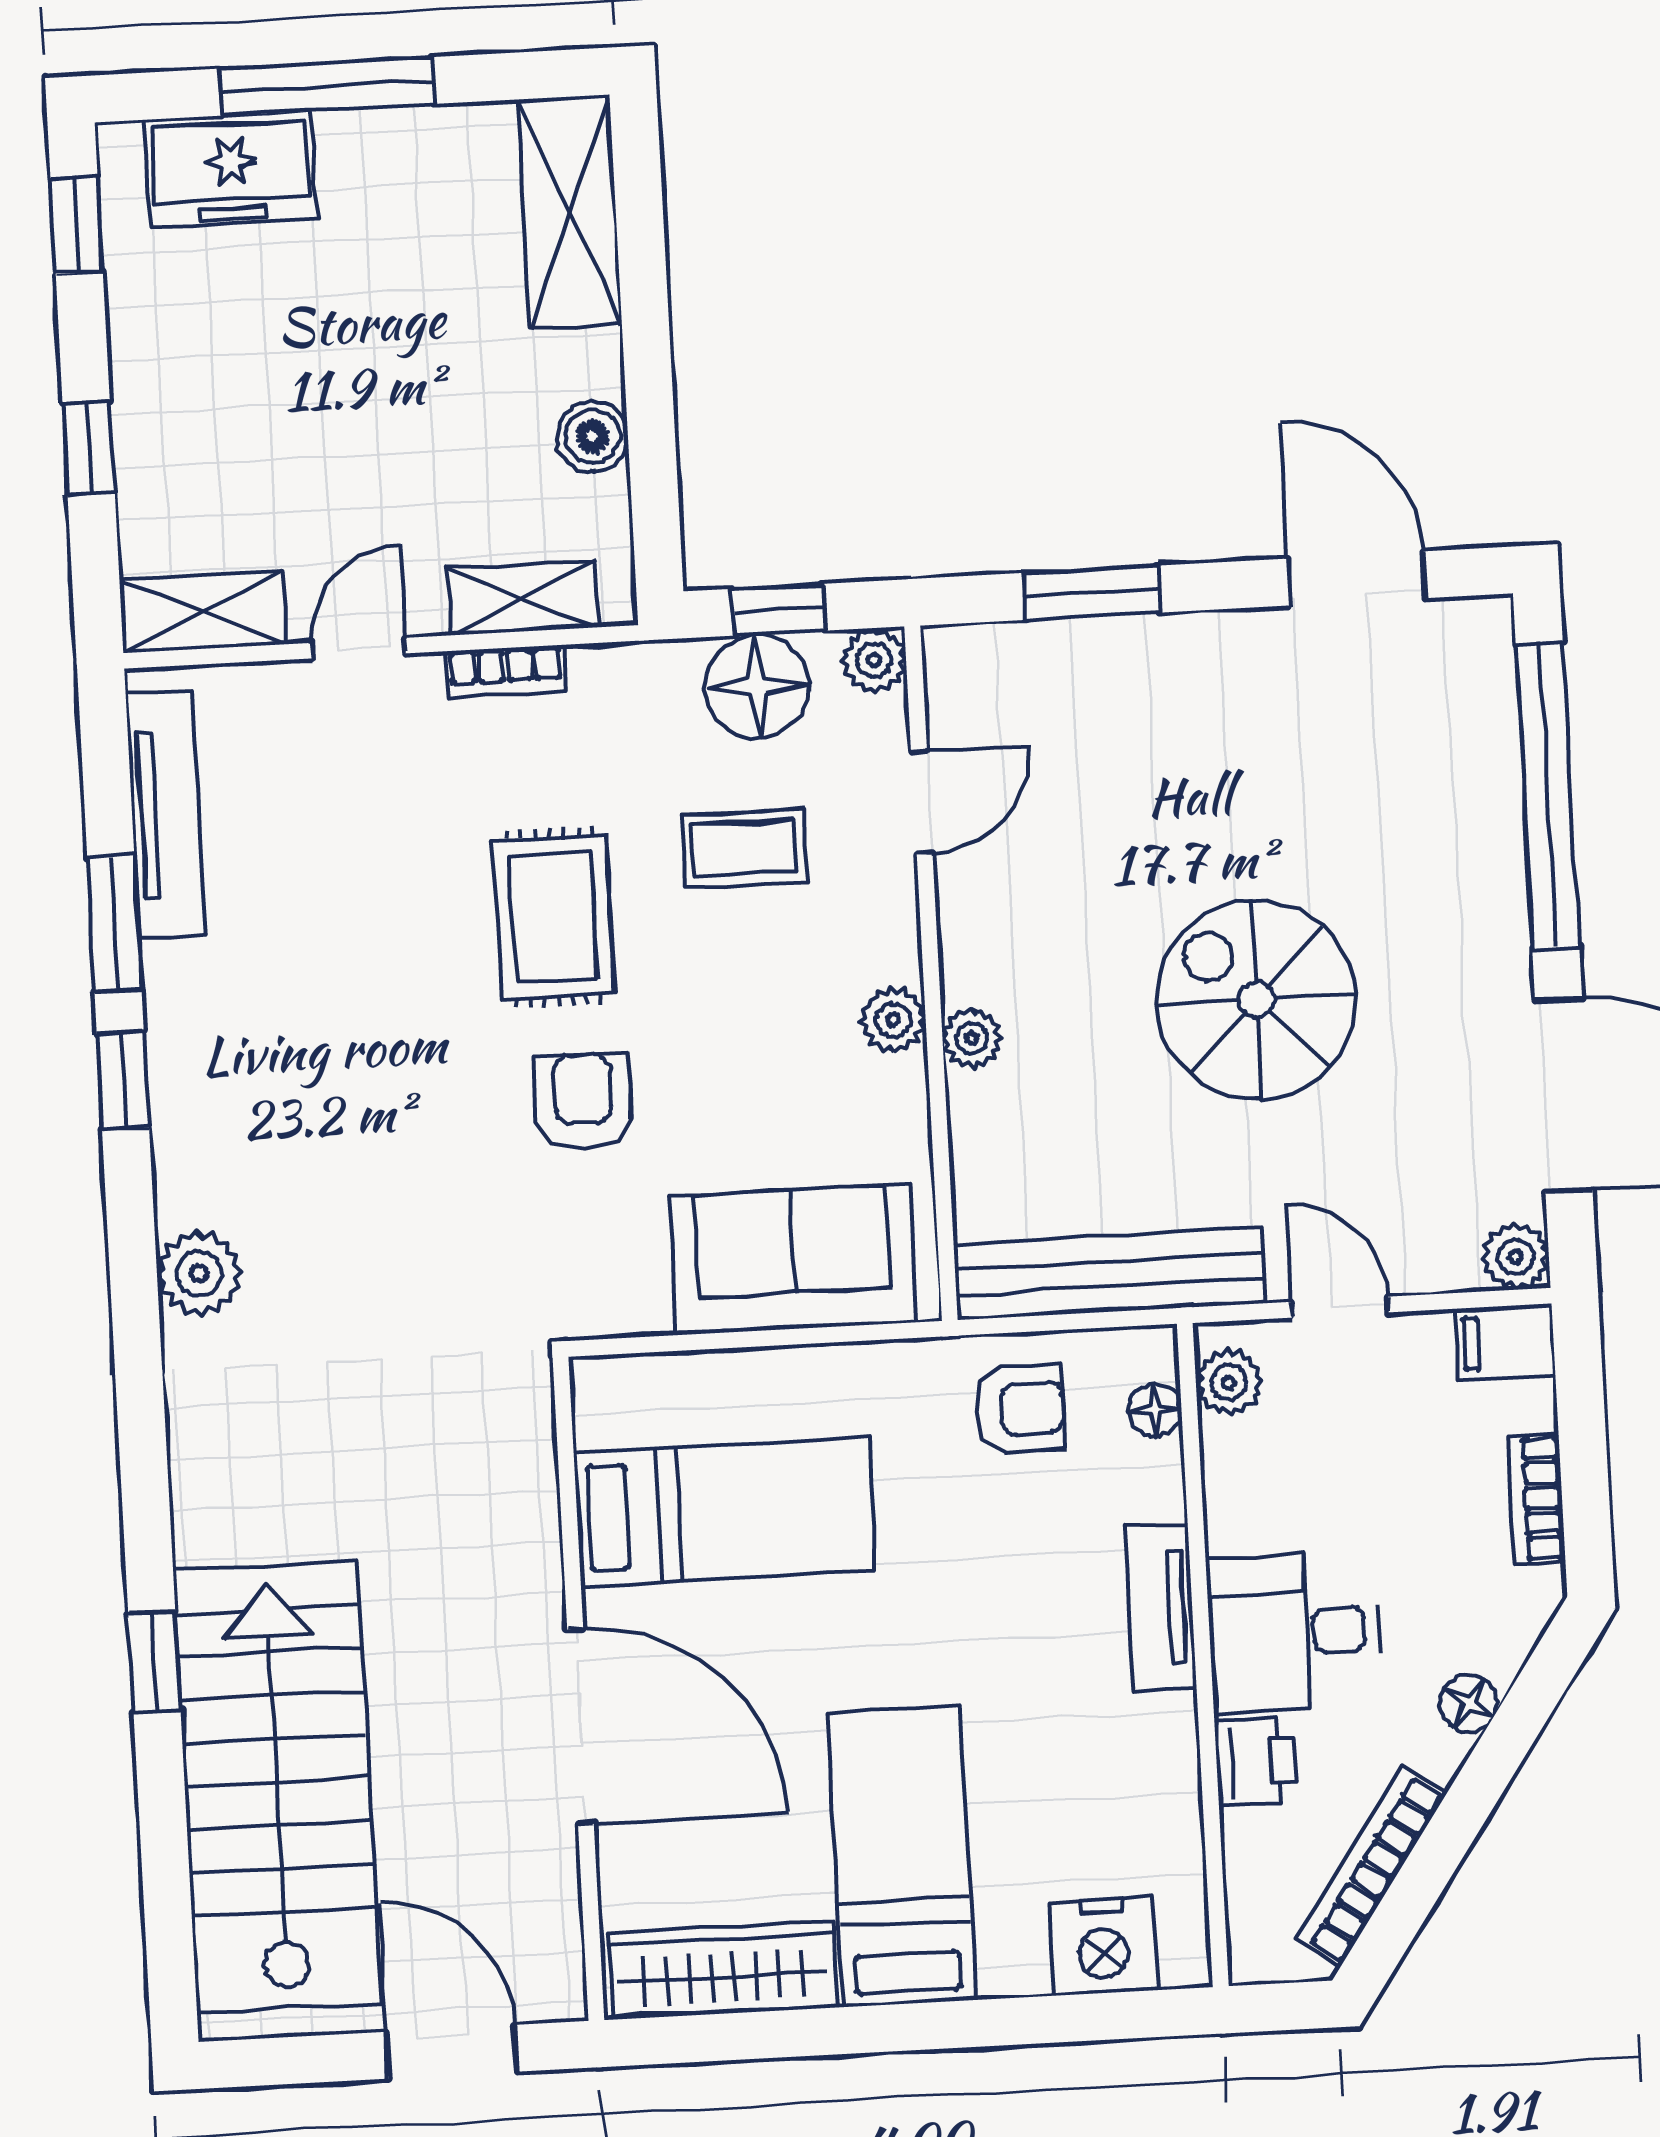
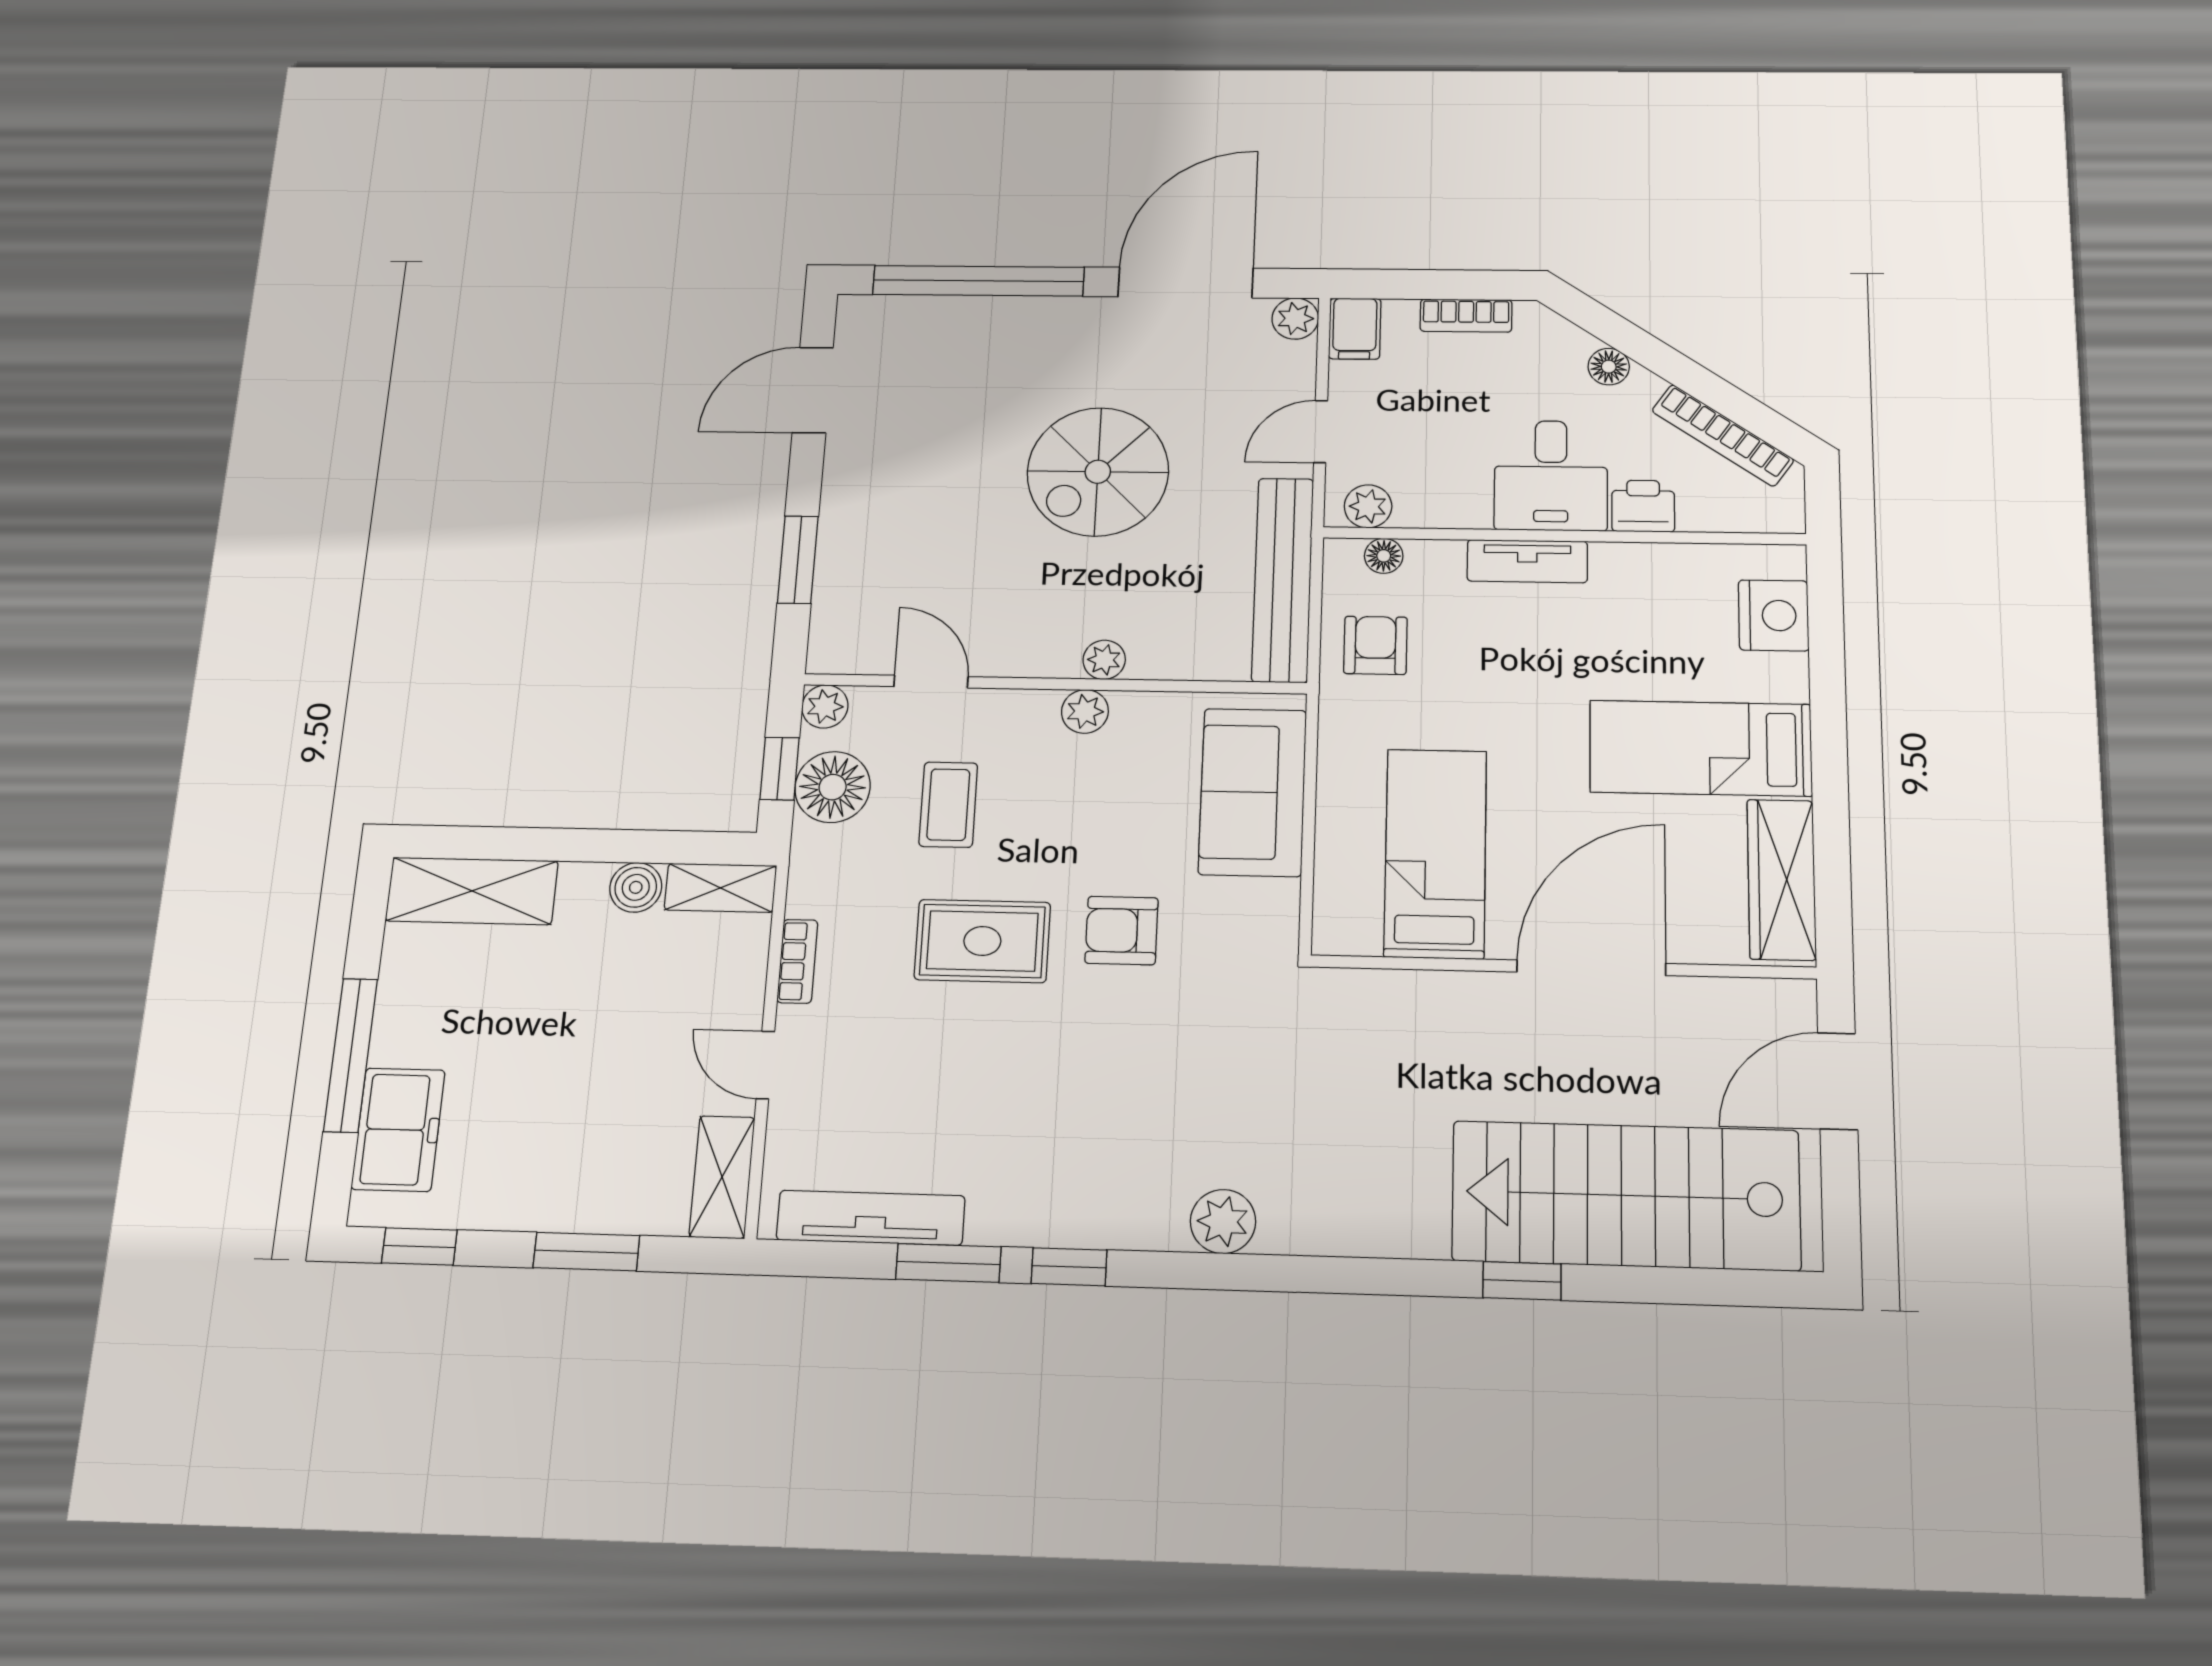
window: (89, 448) -> (586, 1252), width x1.50
shelving: (523, 598) -> (720, 888), moved, turned 90

